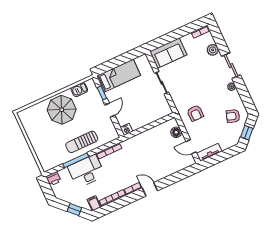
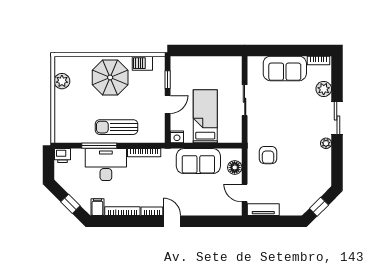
sofa: (168, 53) -> (285, 68), moved
bed: (119, 76) -> (205, 116), moved, turned -90
armchair: (233, 116) -> (312, 179), removed
plant: (30, 128) -> (62, 81), added
sofa: (149, 139) -> (198, 161), added

